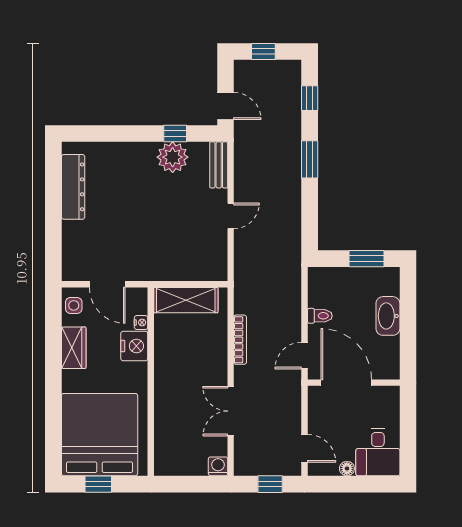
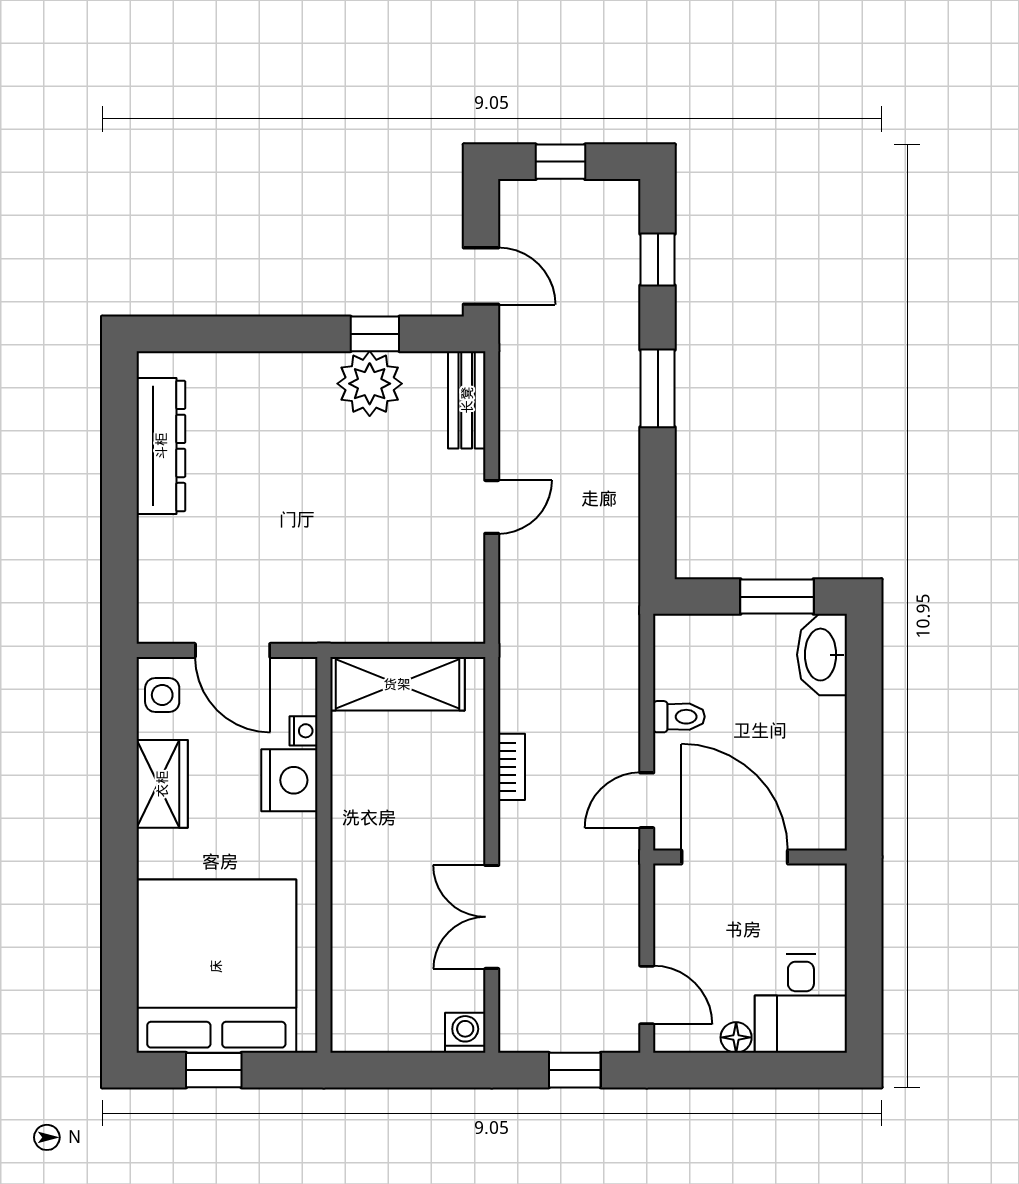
washbasin: (388, 316) -> (822, 655), moved
bookcase: (240, 340) -> (511, 767), width x0.64

